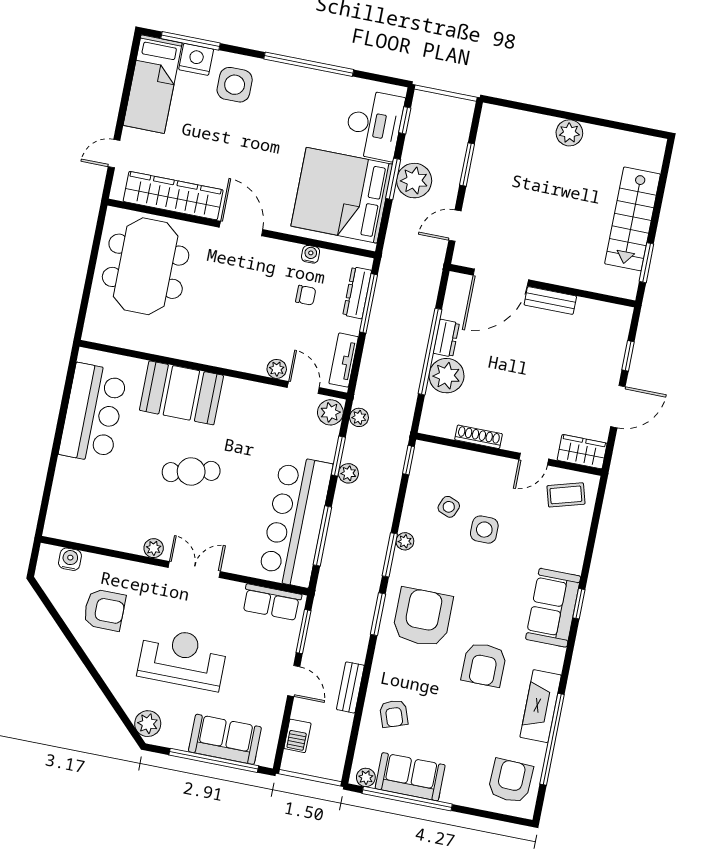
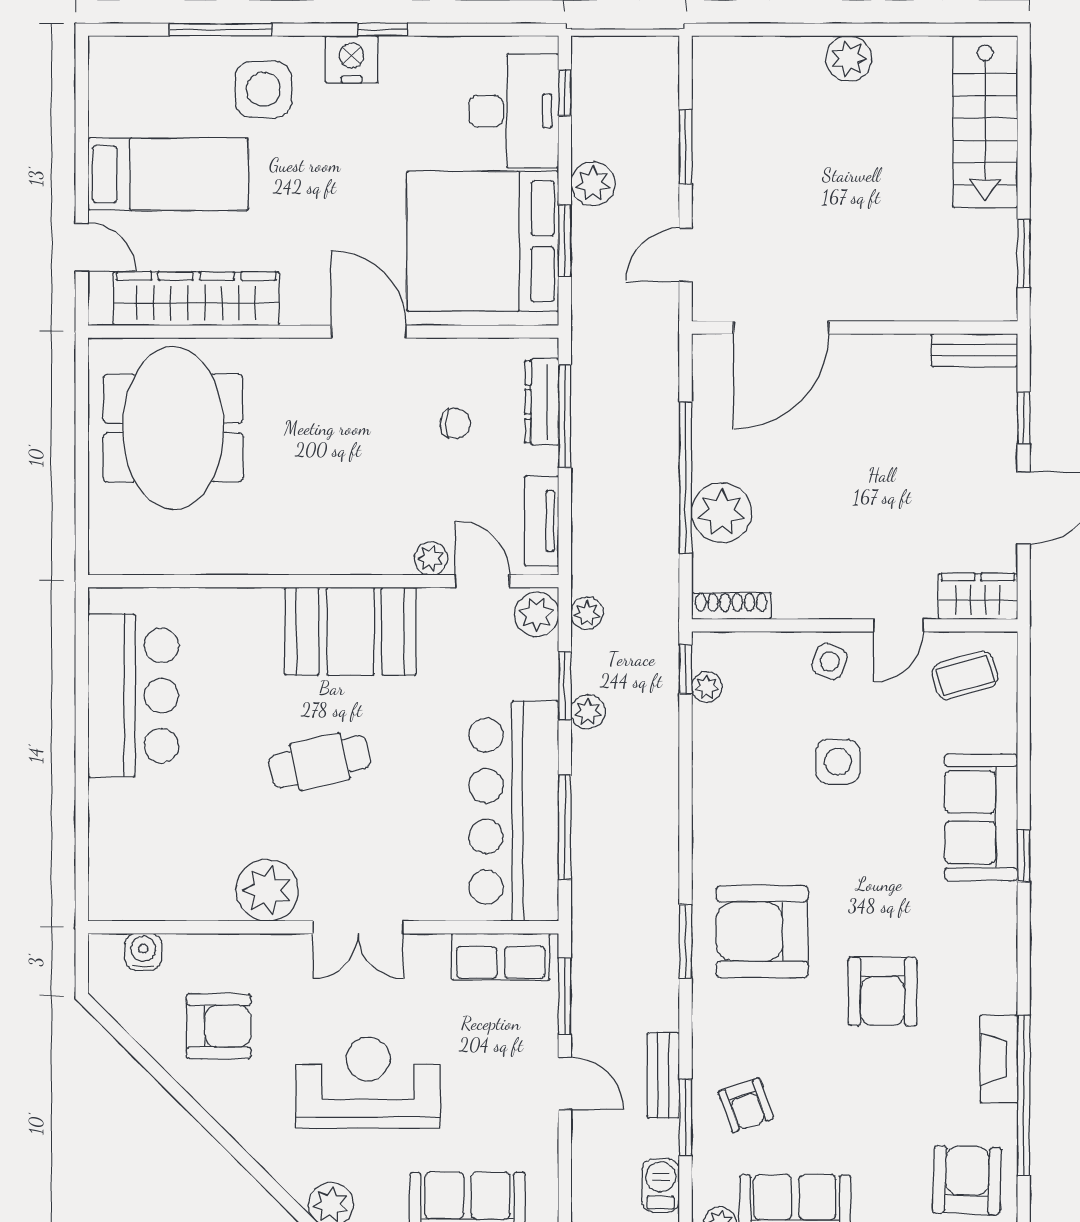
window: (191, 41) -> (221, 30), moved
nightstand: (196, 59) -> (352, 59), moved
window: (309, 64) -> (383, 30), width x0.32
bed: (153, 84) -> (168, 174), moved, turned -90
door: (114, 154) -> (82, 247), swing flipped
window: (393, 179) -> (565, 241), moved
plant: (414, 181) -> (593, 184), width x0.73, depth x0.73
stairs: (633, 219) -> (985, 122), moved
door: (241, 228) -> (369, 332), moved
water cooler: (311, 254) -> (450, 352), removed
bench: (550, 301) -> (974, 350), moved
dresser: (446, 338) -> (709, 449), removed
booth: (181, 393) -> (350, 631), moved
shoe rack: (479, 437) -> (731, 606), moved
side table: (449, 507) -> (830, 662), moved
plant: (405, 541) -> (707, 687), moved
plant: (154, 548) -> (267, 890), width x1.87, depth x1.87
window: (390, 555) -> (686, 1117), moved
double door: (194, 570) -> (358, 927), swing flipped
sofa: (553, 608) -> (981, 817), moved
armchair: (423, 617) -> (762, 932), turned -90
fireplace: (541, 706) -> (999, 1059), width x0.73, depth x0.76
barbecue: (297, 736) -> (661, 1185), moved, turned 180

